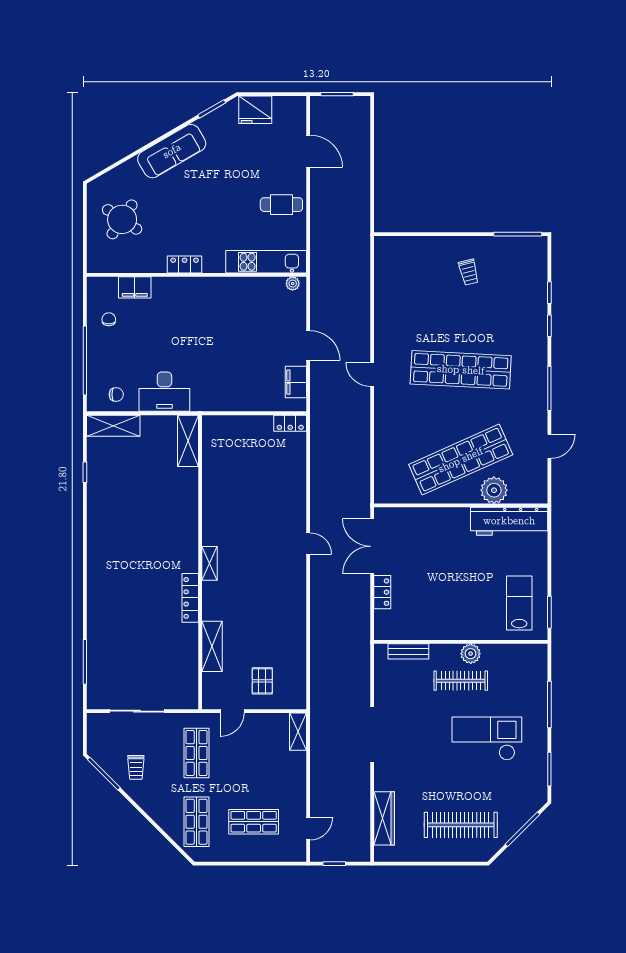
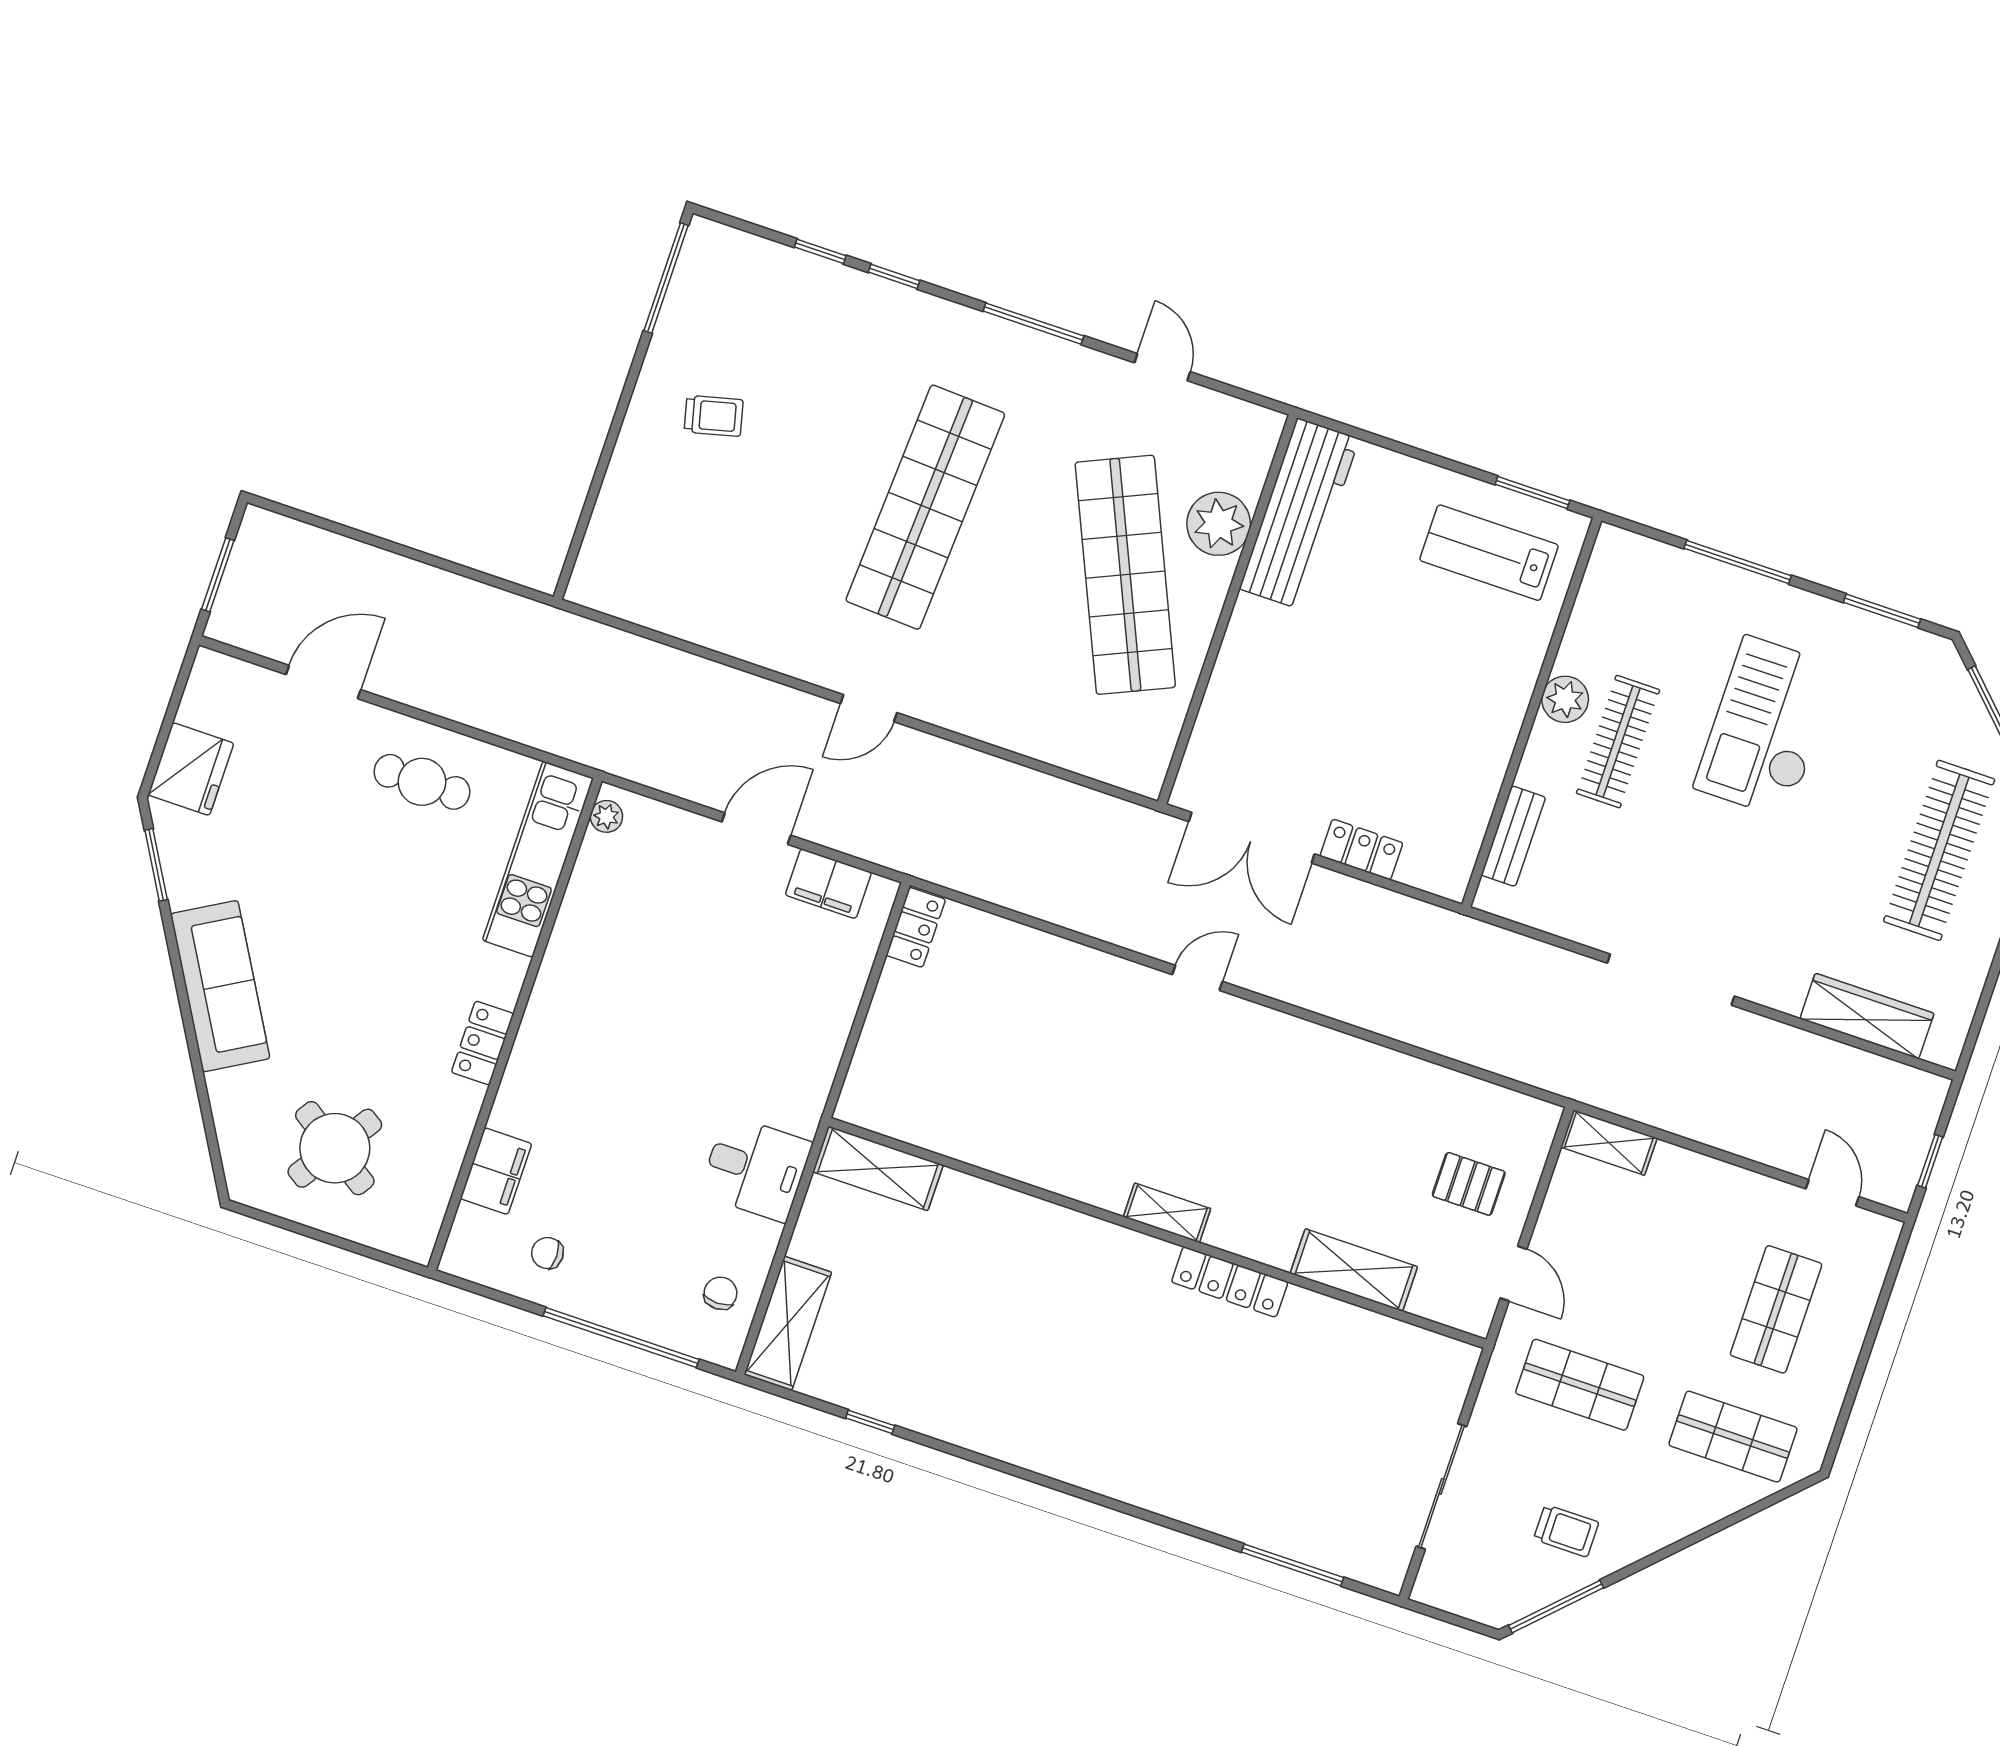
cafe table: (281, 205) -> (422, 782), turned 90
desk: (164, 392) -> (756, 1168), width x0.73

